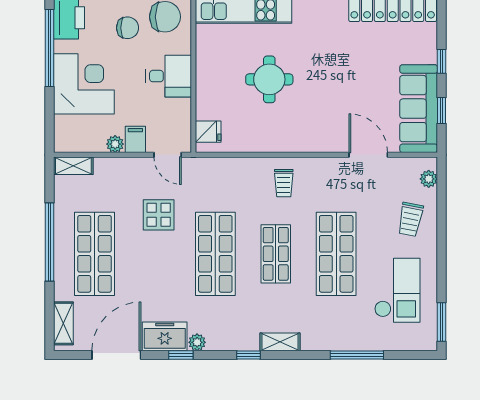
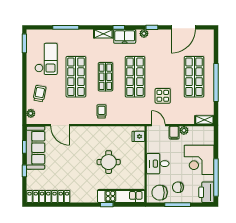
checkout: (397, 290) -> (46, 59), turned 180
shelving: (63, 323) -> (209, 43), removed
freezer: (165, 336) -> (125, 36), moved

